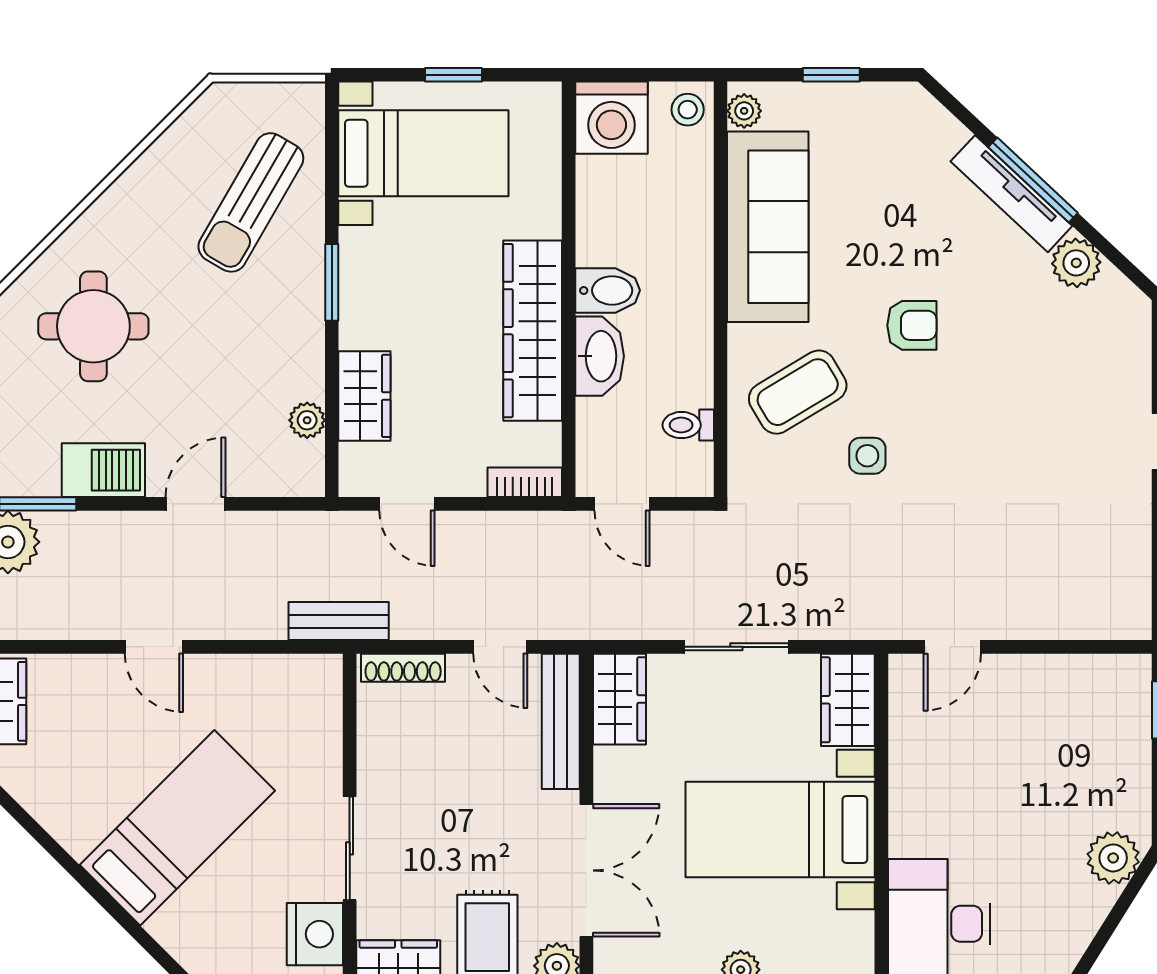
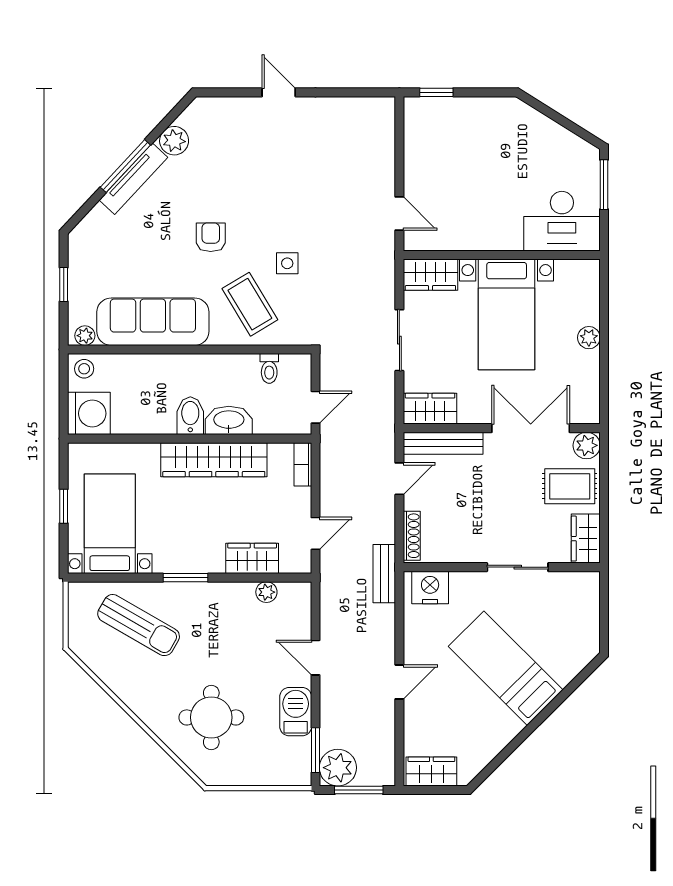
plant: (1113, 858) -> (523, 119), removed
nightstand: (315, 934) -> (430, 587), moved

